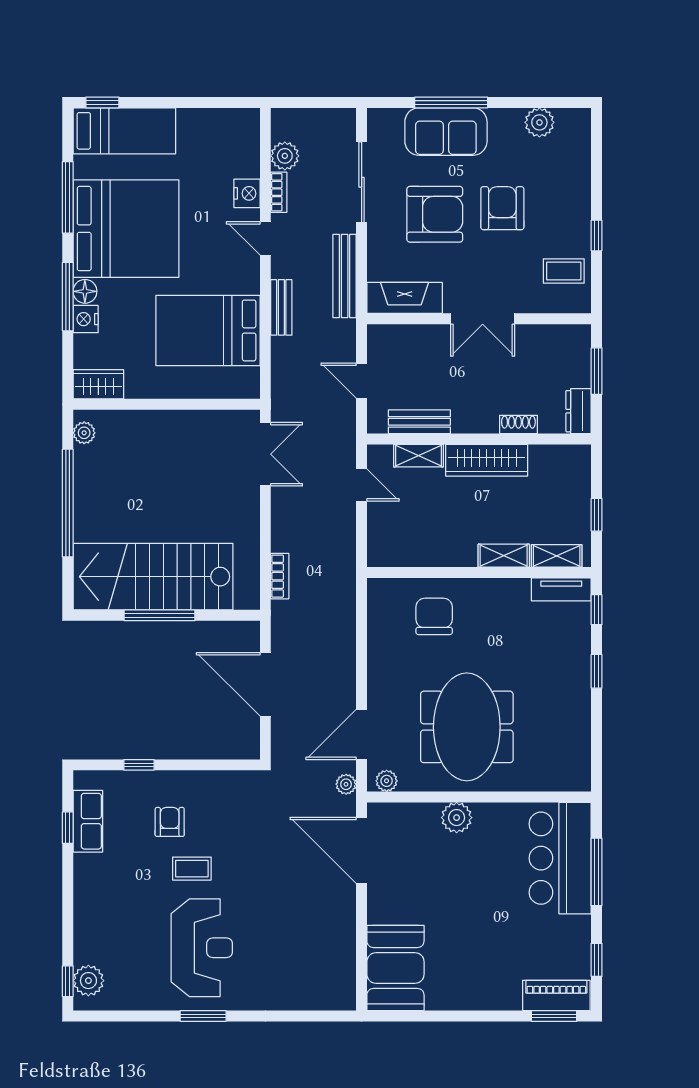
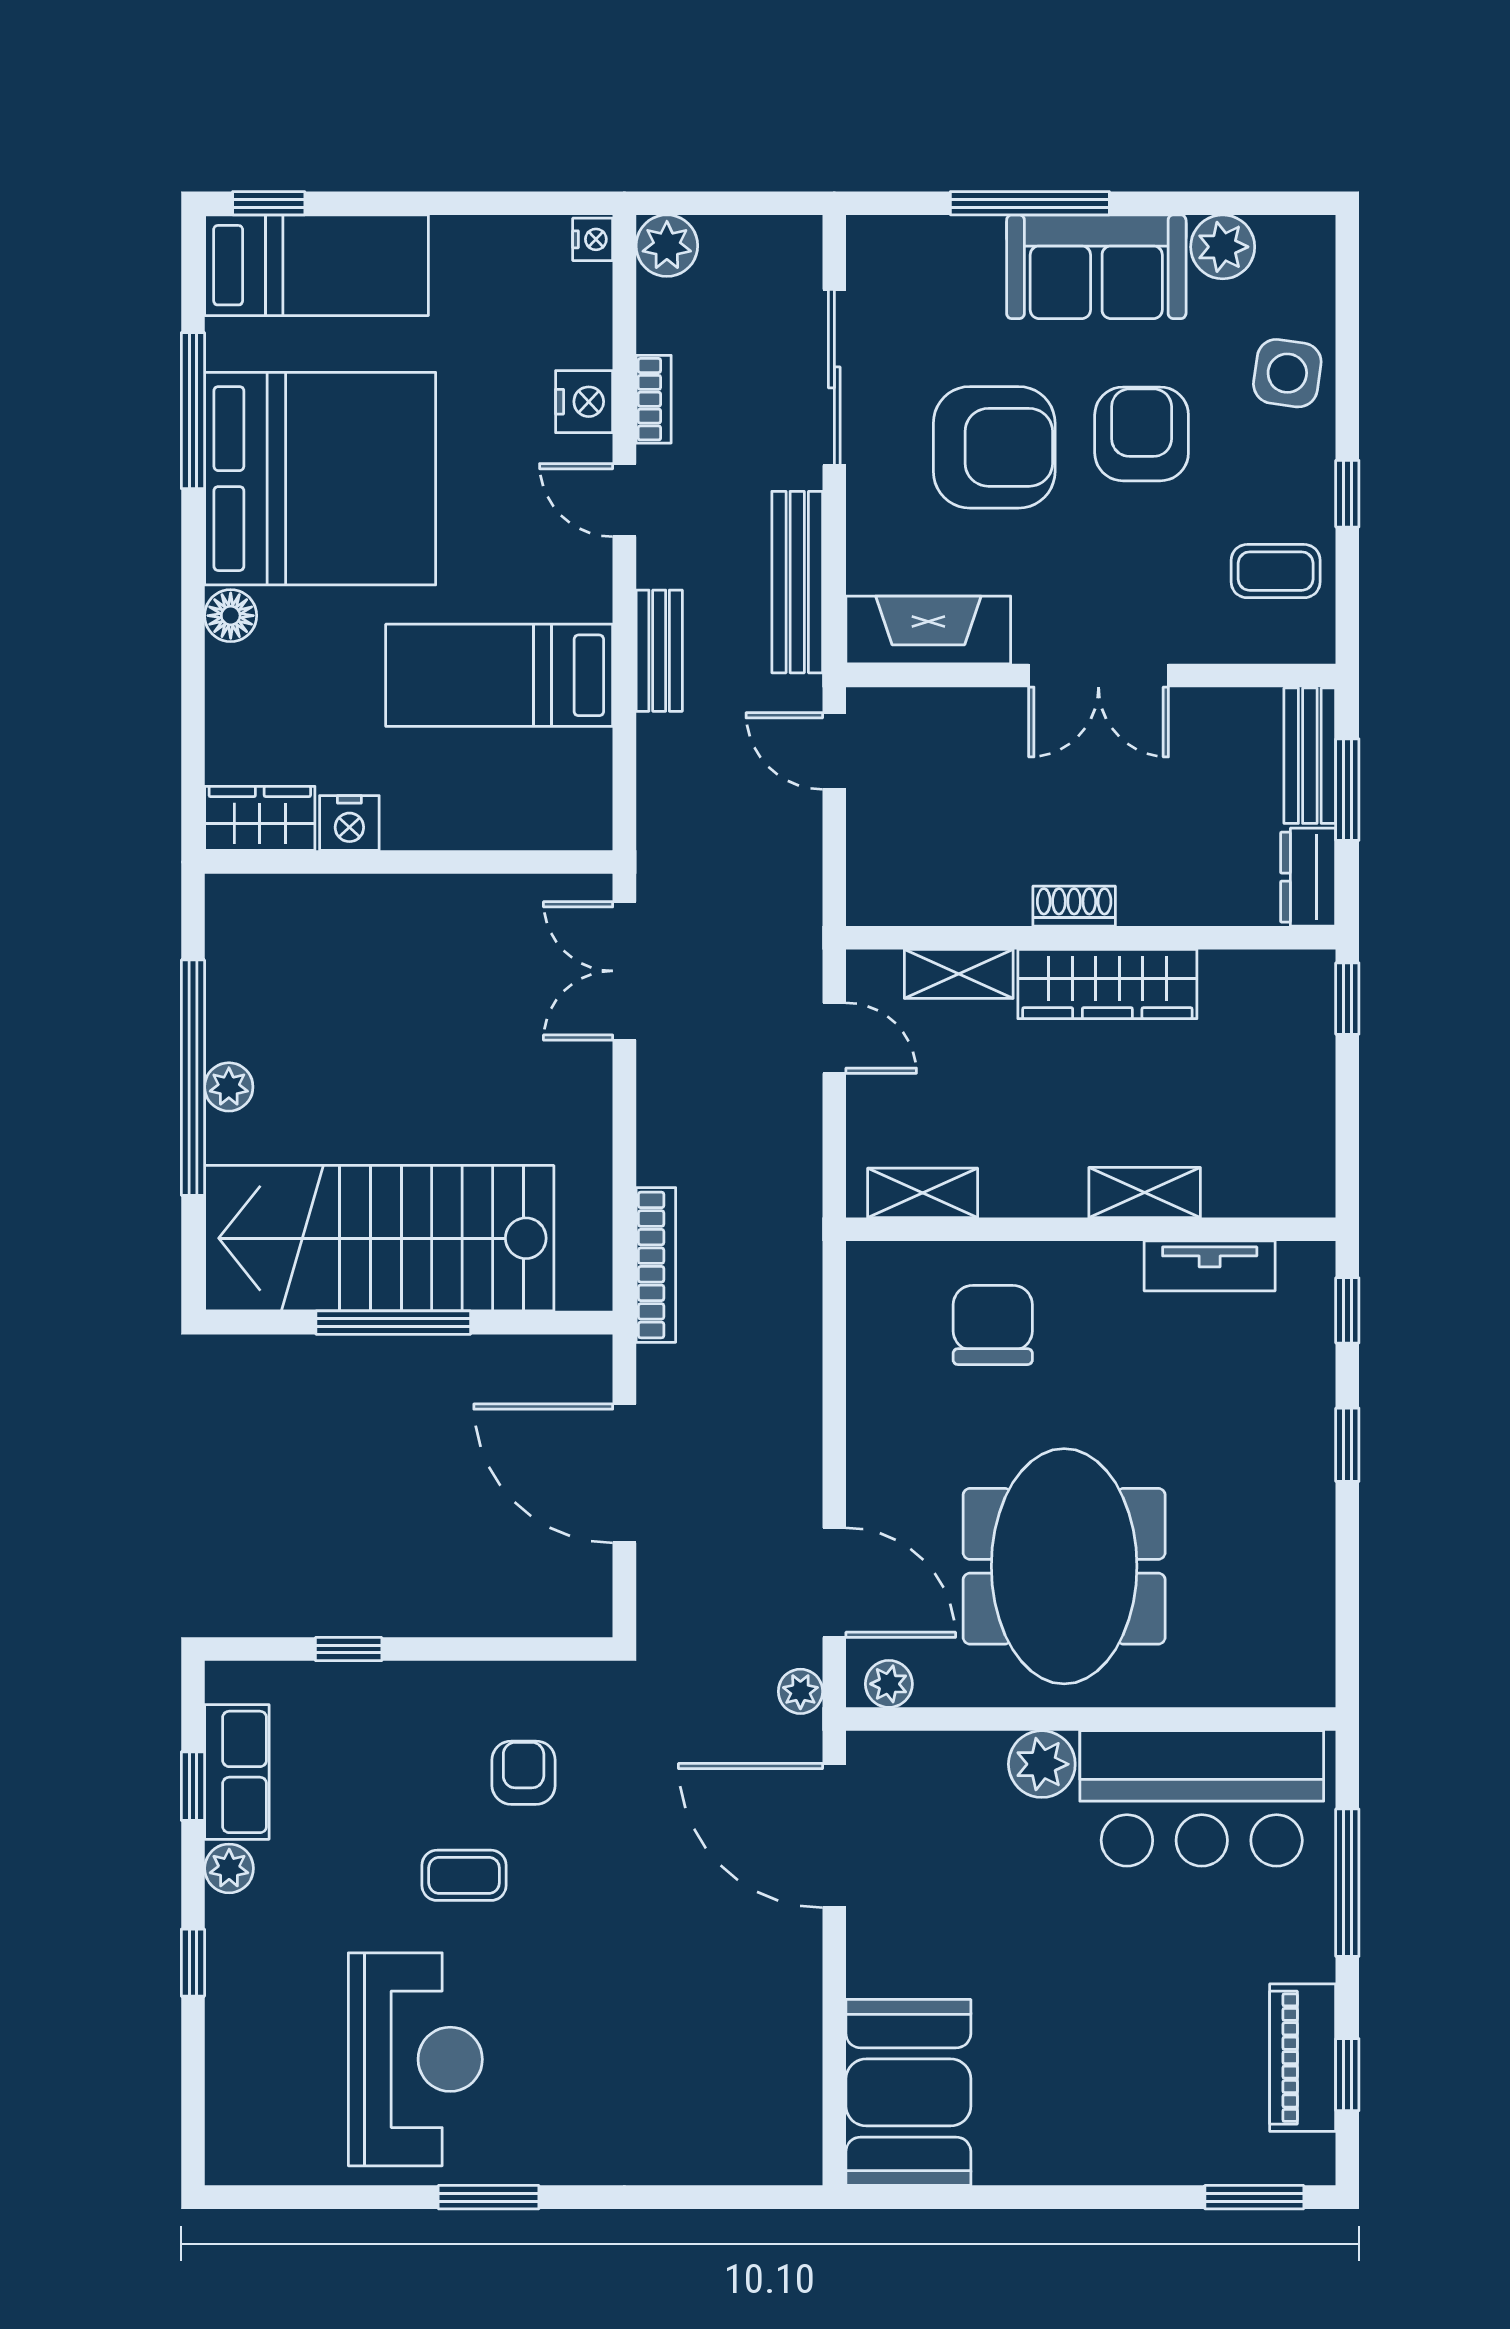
nightstand: (251, 119) -> (593, 239), added
sofa: (446, 132) -> (1096, 267), moved
plant: (285, 156) -> (667, 246), moved
side table: (569, 180) -> (1287, 373), added
window: (68, 297) -> (193, 627), removed
nightstand: (86, 319) -> (349, 823), moved, turned -90
bed: (208, 330) -> (499, 675), width x0.67
door: (362, 381) -> (834, 751), moved
bench: (419, 422) -> (1310, 756), moved, turned 90
shoe rack: (518, 424) -> (1074, 906), moved
plant: (84, 433) -> (229, 1087), moved
double door: (265, 454) -> (624, 971), swing flipped
window: (597, 515) -> (1347, 999), moved
shelving: (557, 556) -> (923, 1193), moved
bookcase: (280, 576) -> (656, 1265), width x1.56
tv unit: (561, 589) -> (1210, 1266), moved
door: (362, 734) -> (834, 1583), swing flipped
armchair: (170, 822) -> (524, 1773), moved
bar counter: (560, 858) -> (1202, 1798), moved, turned -90
reception desk: (202, 948) -> (415, 2059), moved
window: (68, 981) -> (193, 1963), moved
plant: (88, 981) -> (229, 1868), moved, width x0.73, depth x0.73
piano: (556, 995) -> (1303, 2058), moved, turned -90

